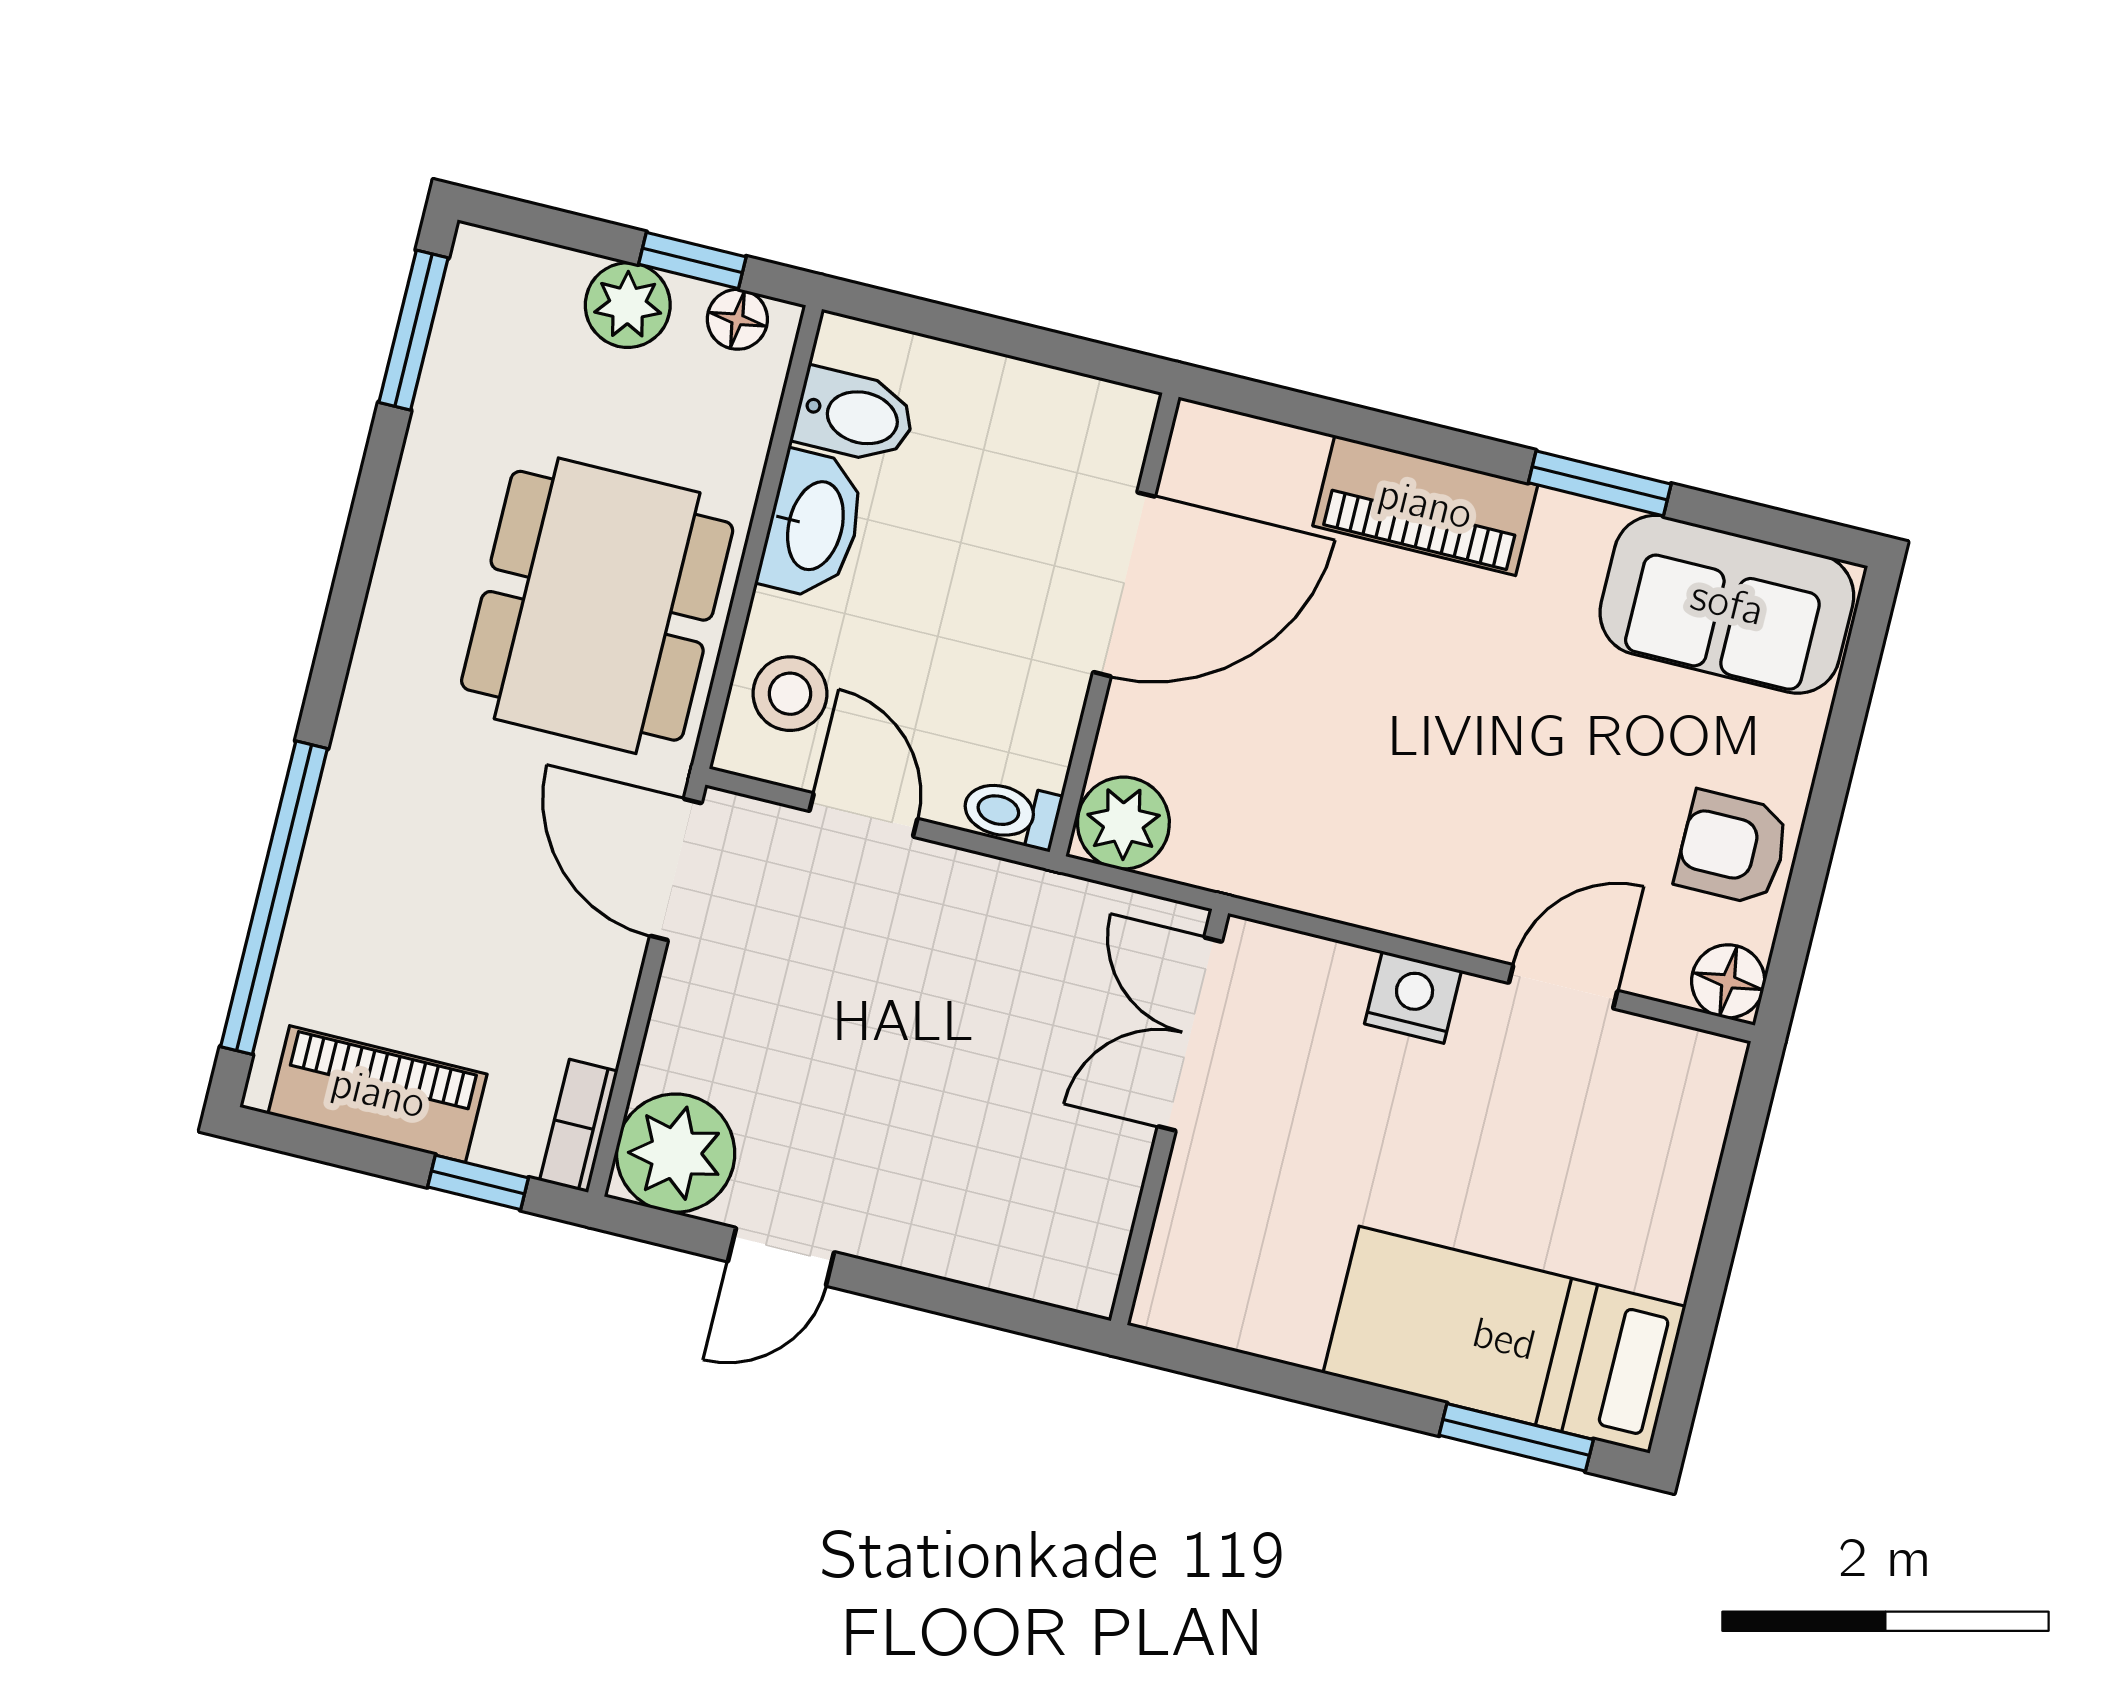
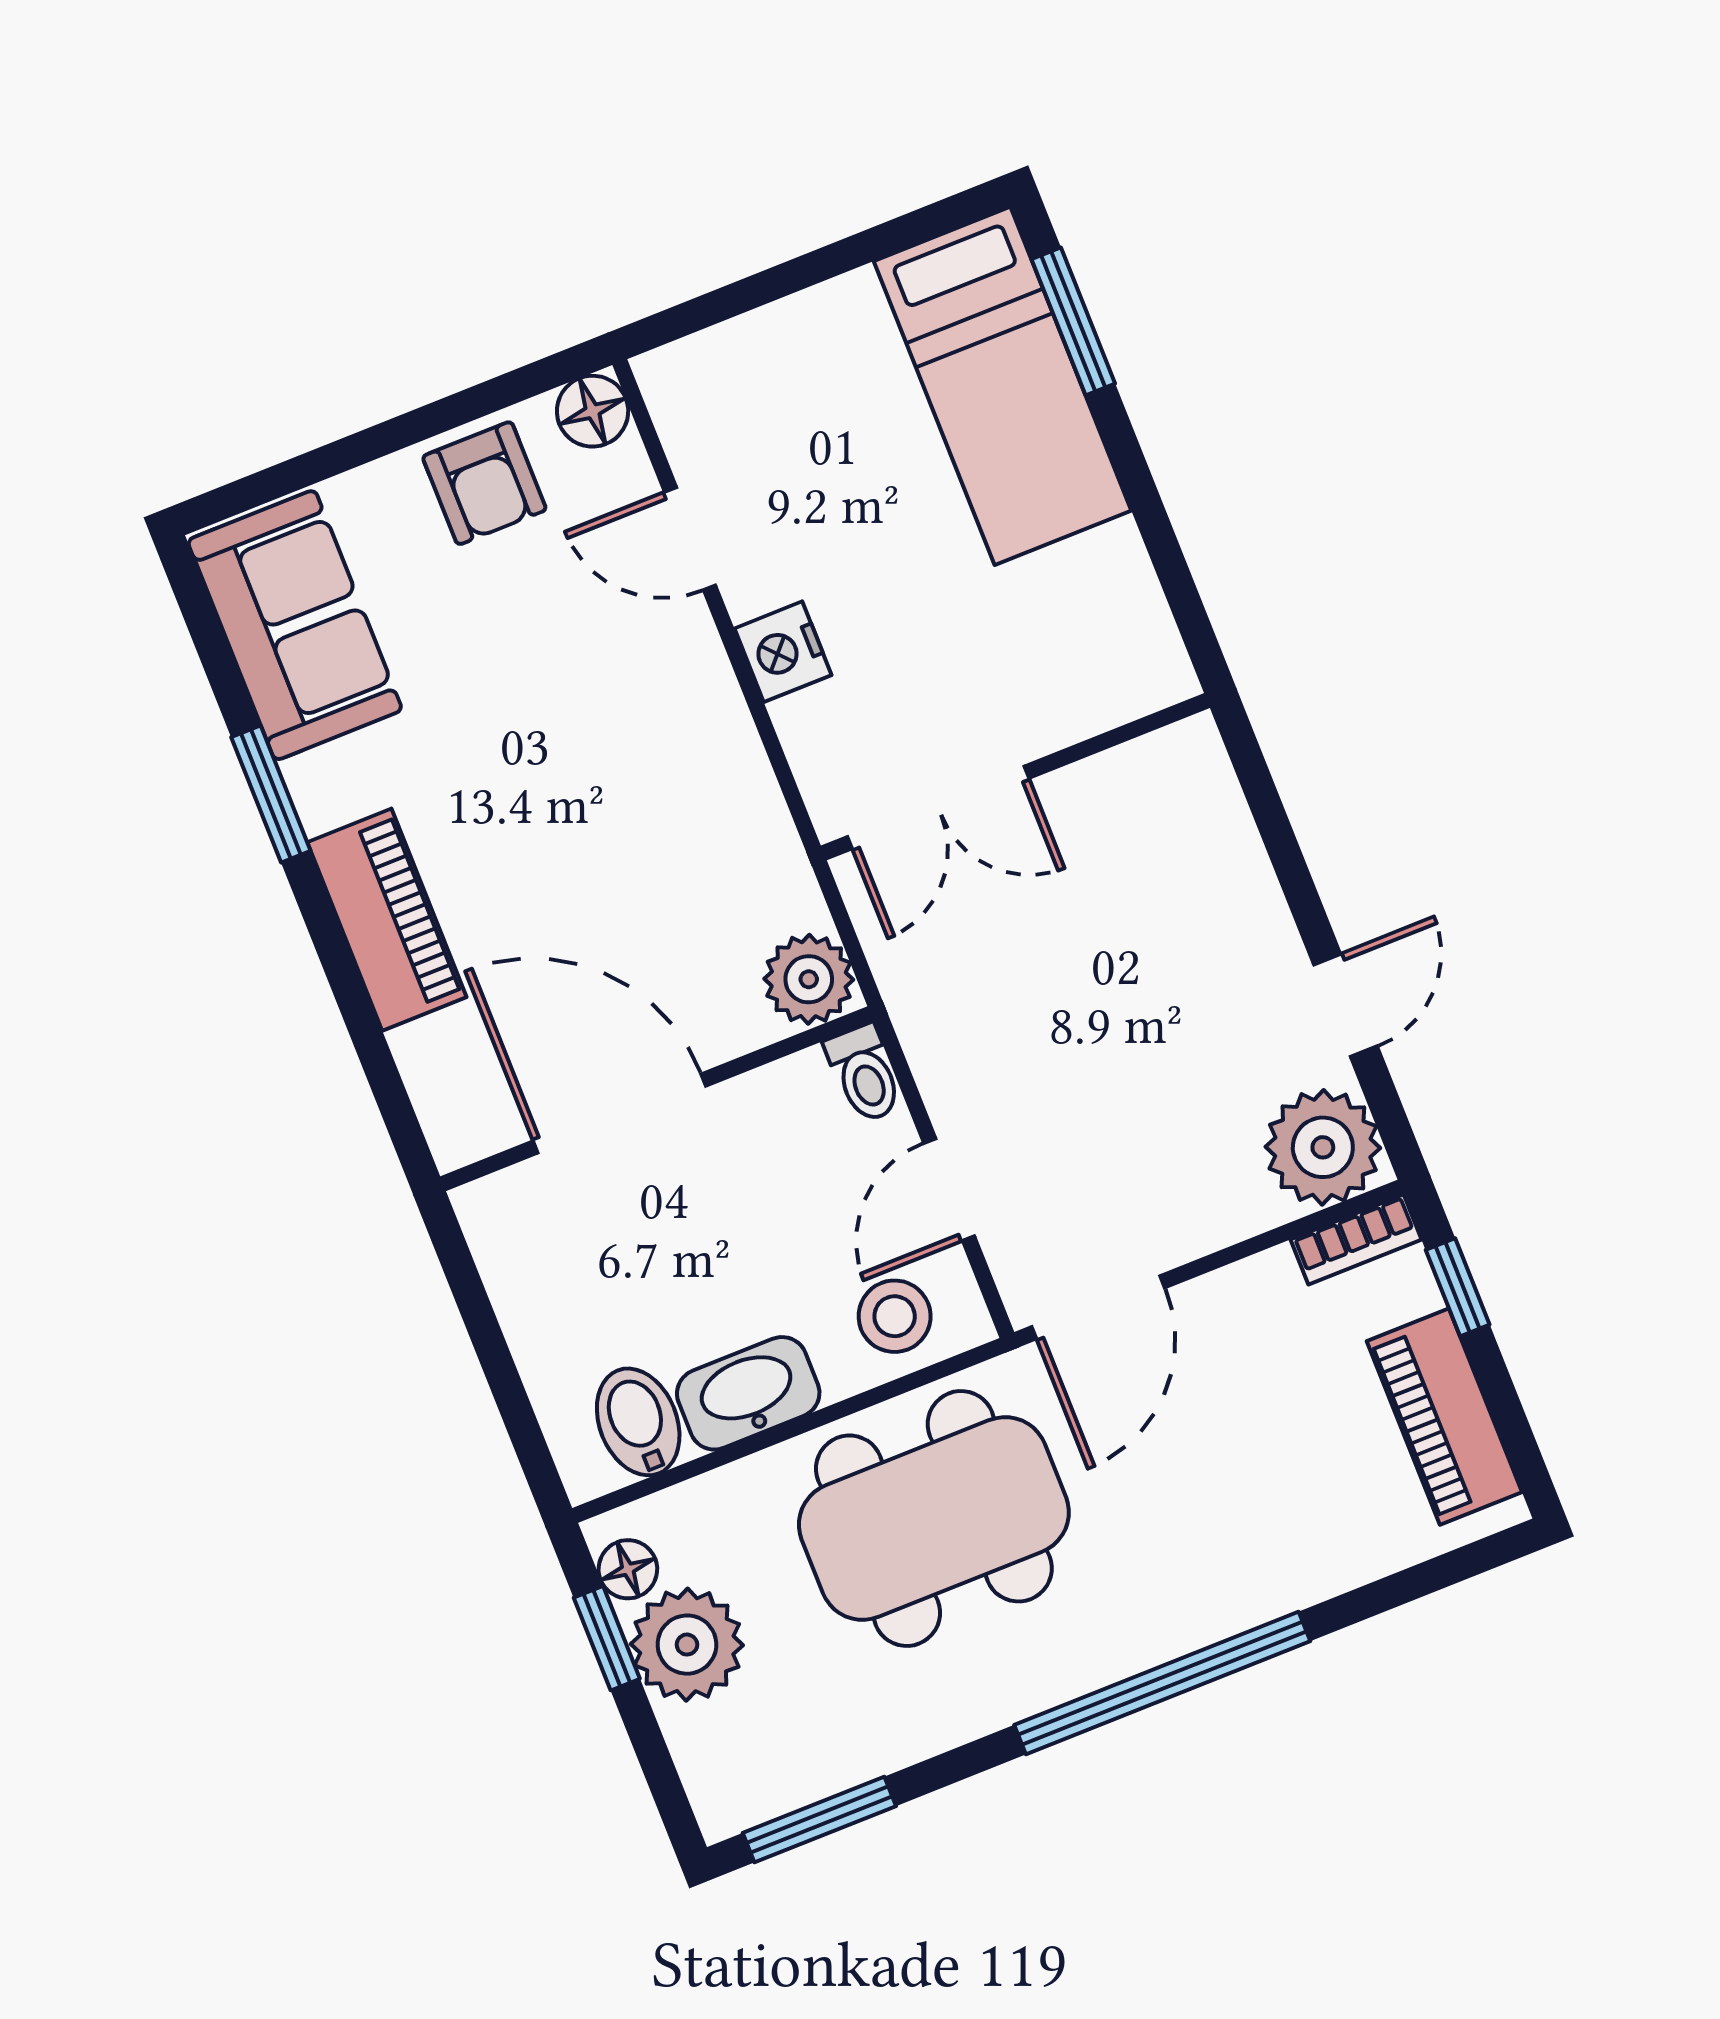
plant: (628, 305) -> (687, 1645), width x1.36, depth x1.36
window: (274, 898) -> (1162, 1683), moved
door: (781, 1257) -> (1345, 1005), hinge flipped

